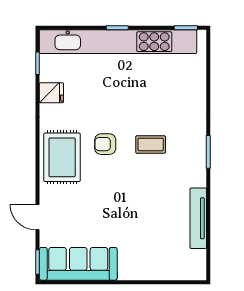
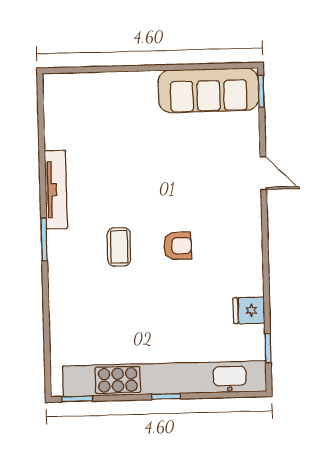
coffee table: (151, 144) -> (119, 247), turned 90
rug: (62, 157) -> (233, 227), removed
door: (37, 217) -> (263, 173), moved
tv unit: (198, 218) -> (56, 190), moved

